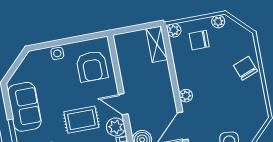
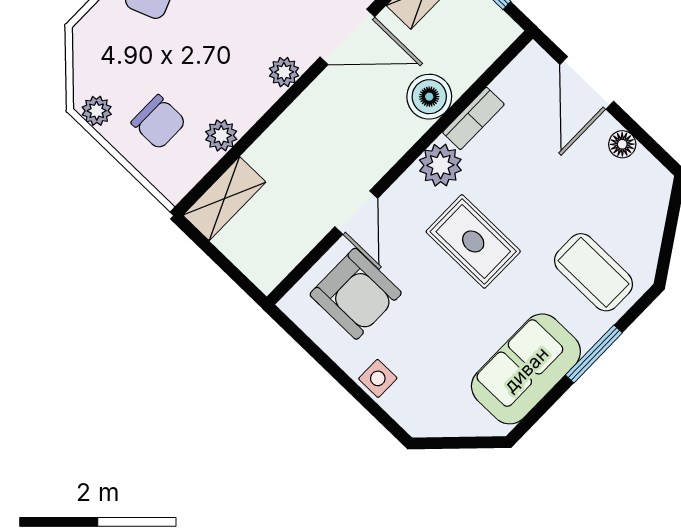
plant: (174, 30) -> (221, 135), moved
armchair: (92, 66) -> (356, 294), turned 90
door: (123, 104) -> (356, 213), moved

